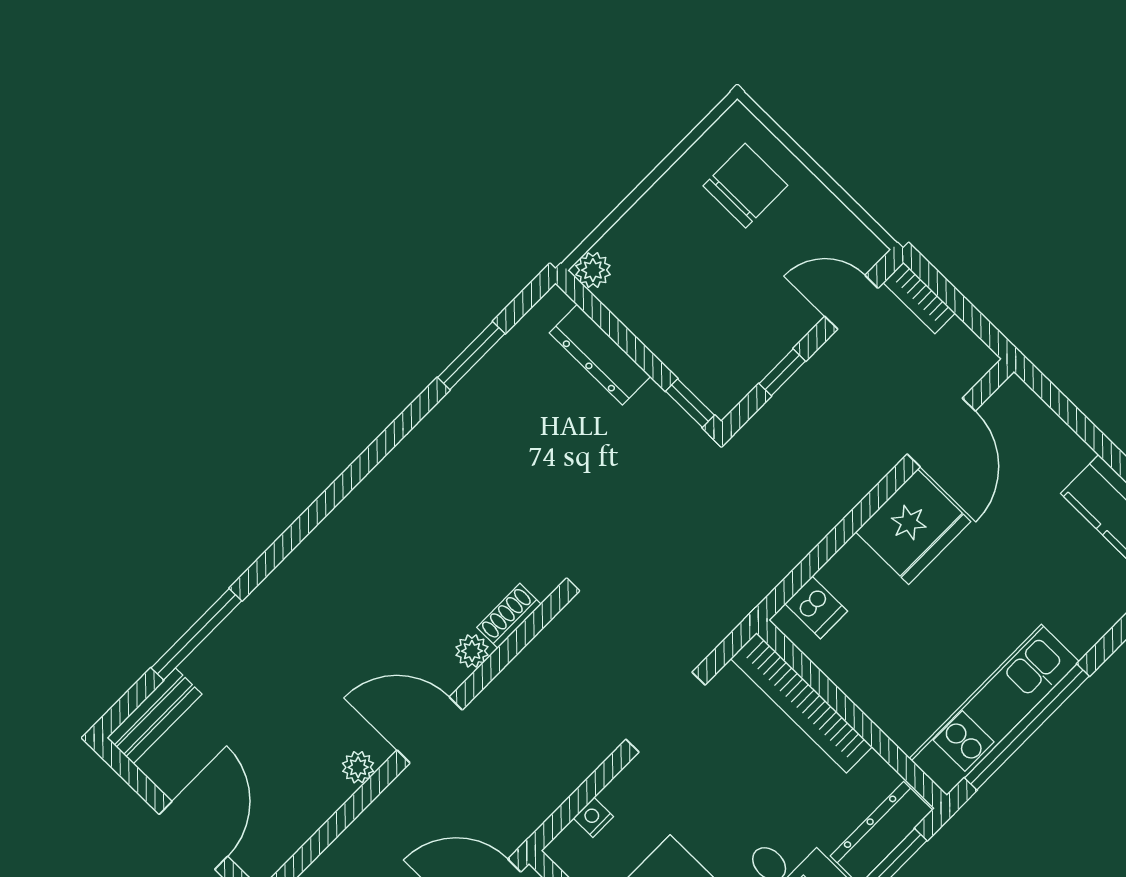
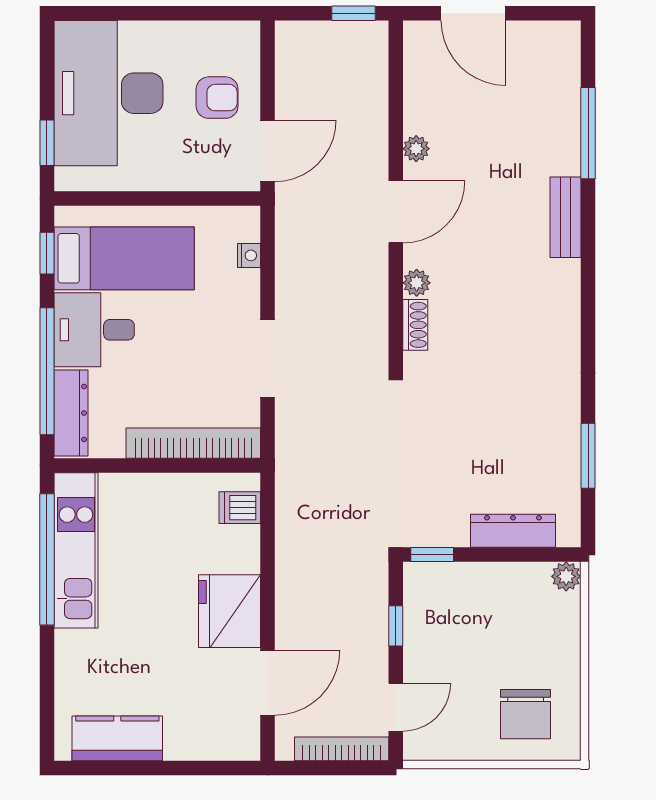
bookcase: (919, 298) -> (342, 749), width x1.56
door: (941, 433) -> (268, 683), swing flipped
bench: (154, 716) -> (565, 217), moved

